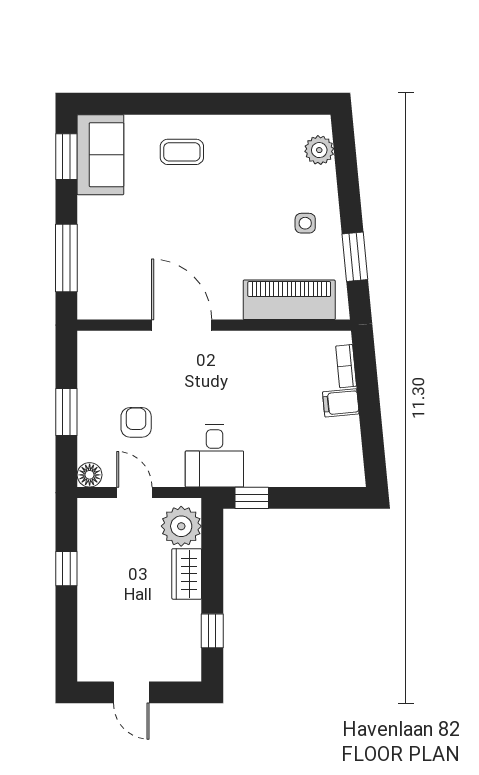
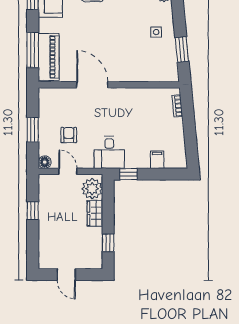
piano: (289, 300) -> (49, 57), moved, turned 90
filing cabinet: (341, 403) -> (157, 160), moved, turned 95

